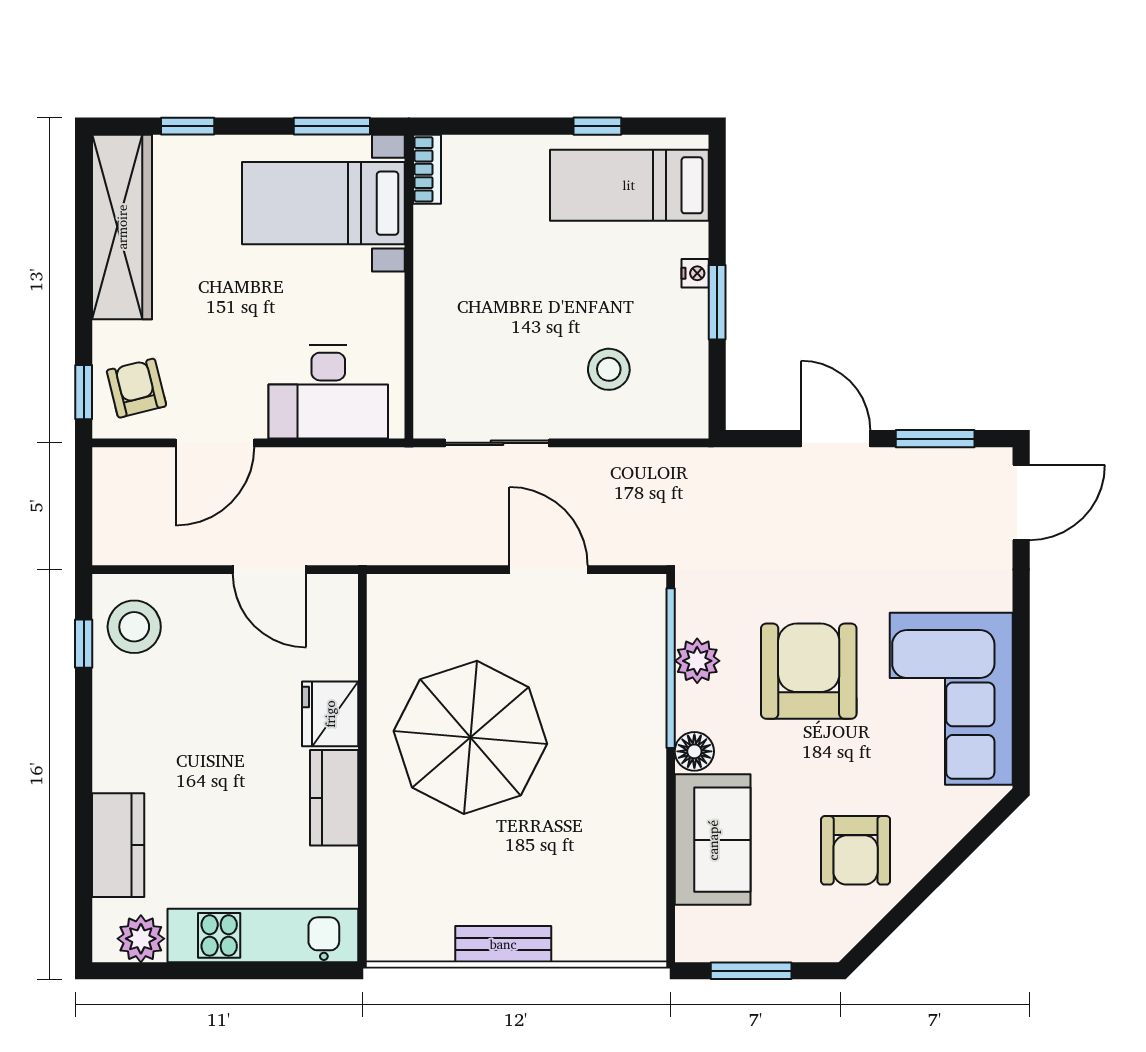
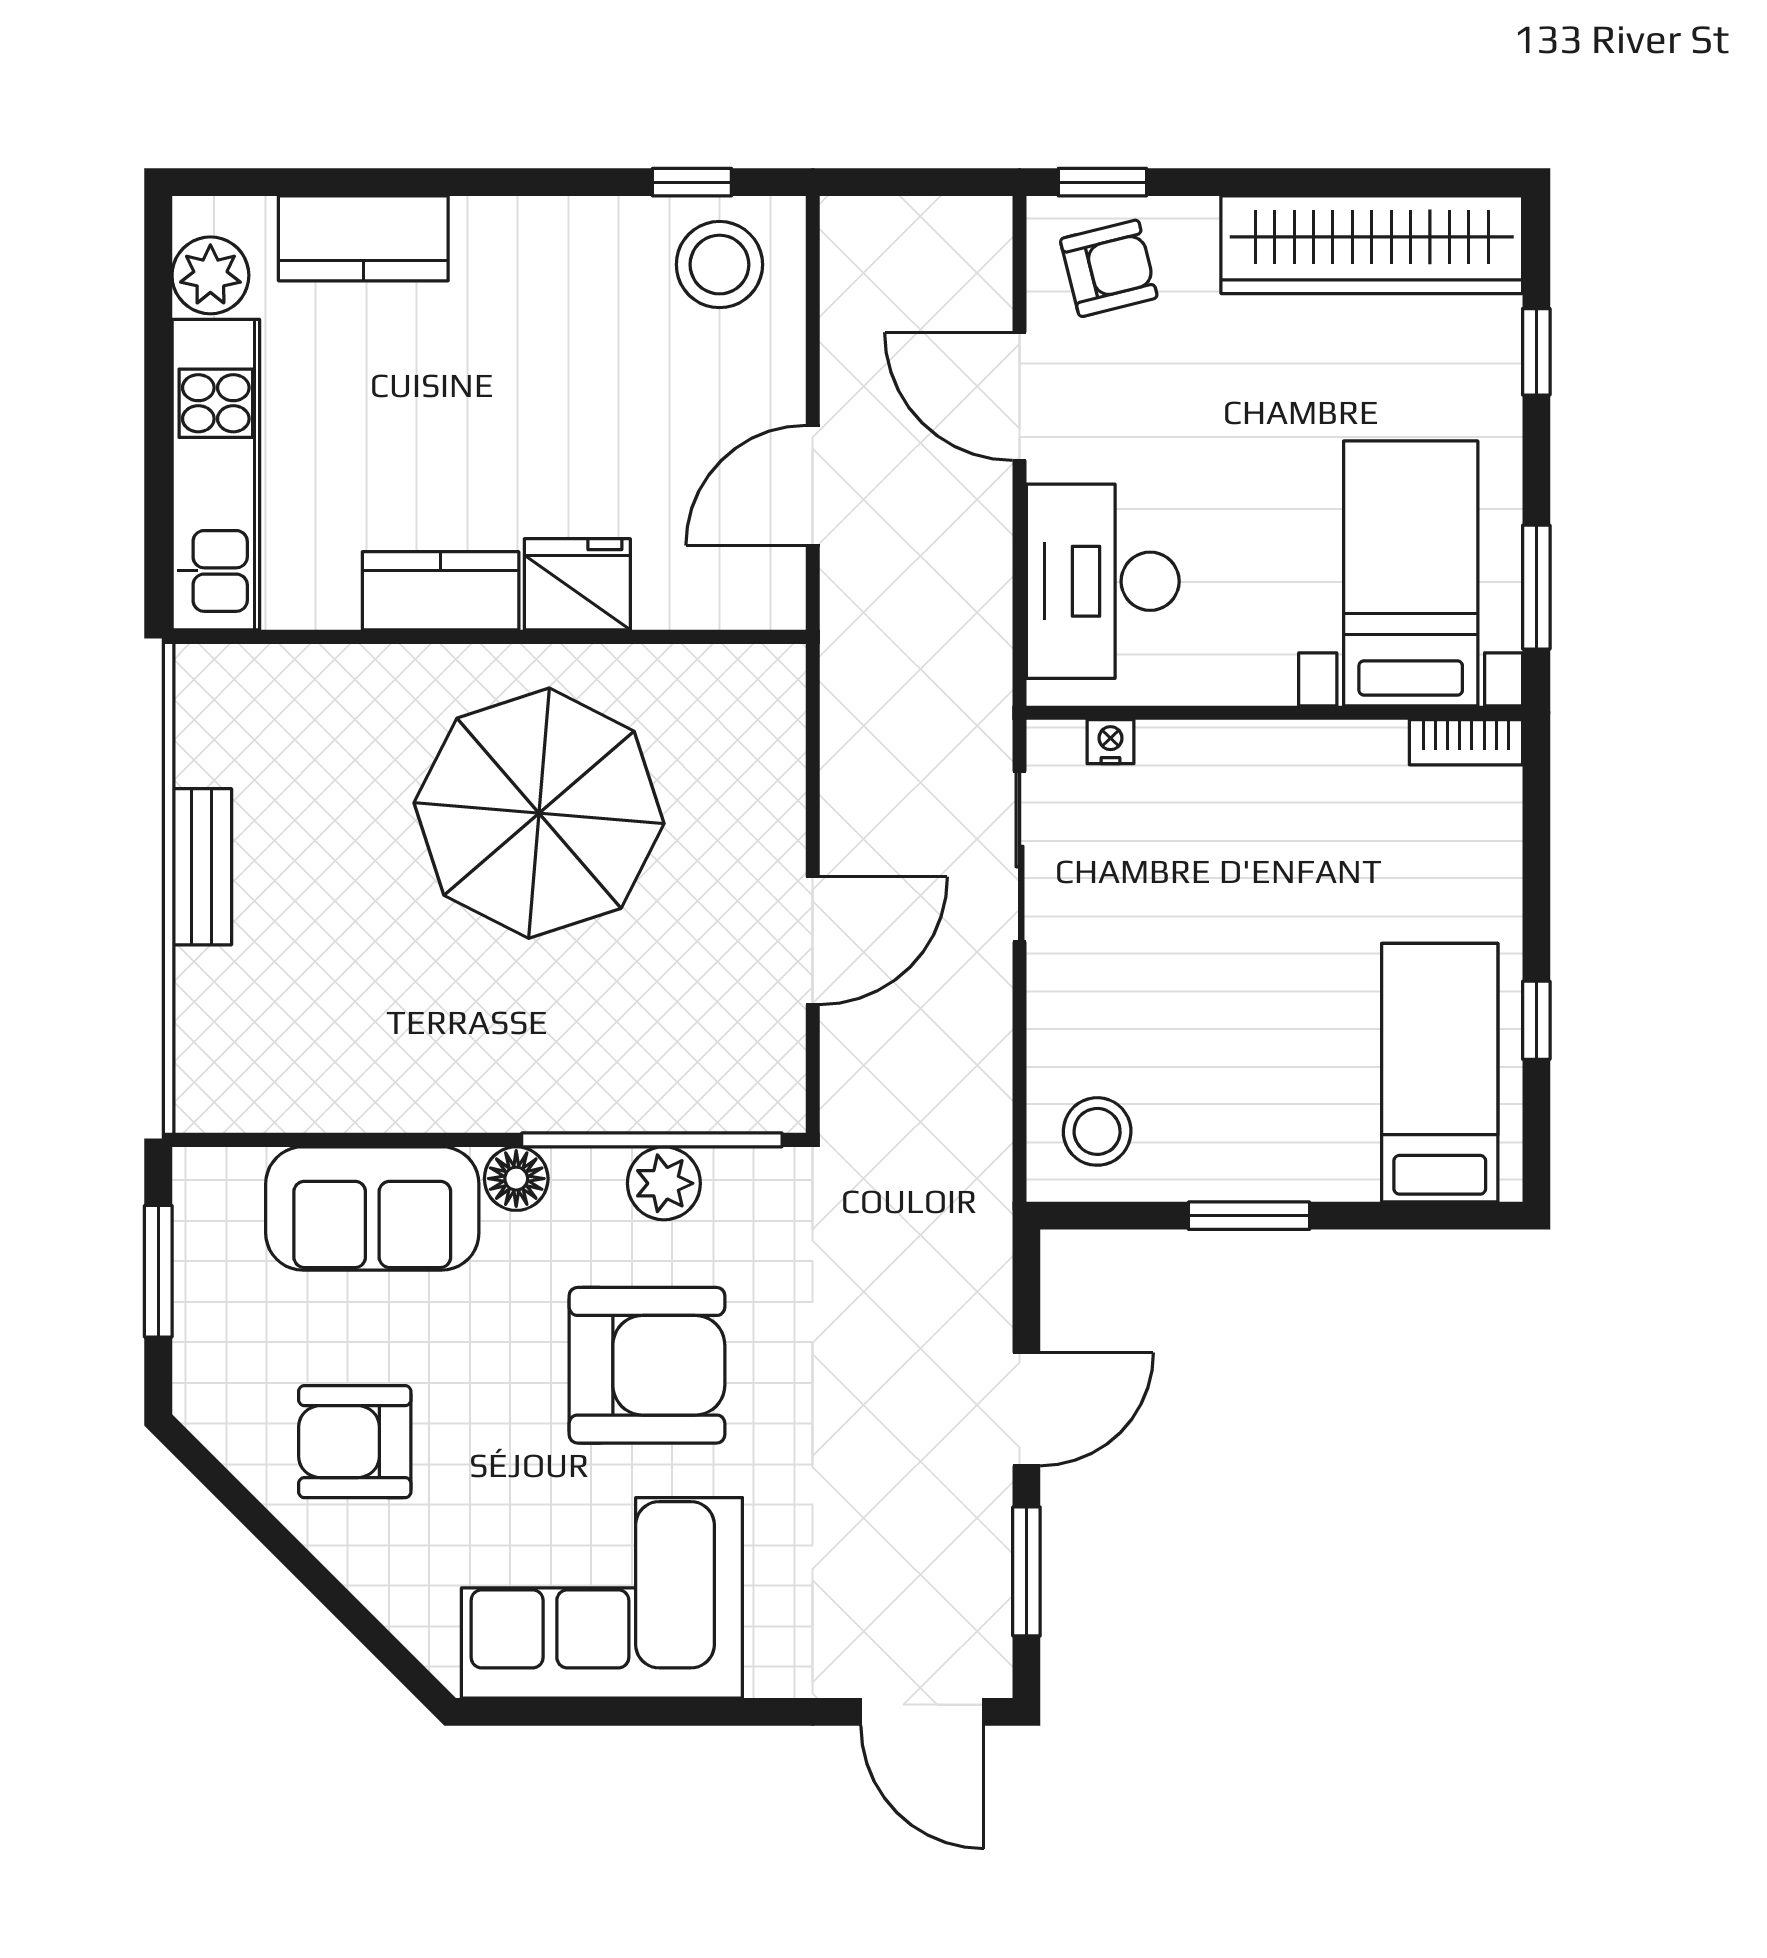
nightstand: (695, 273) -> (1110, 742), moved, turned 180
stool: (609, 369) -> (1097, 1131), moved

